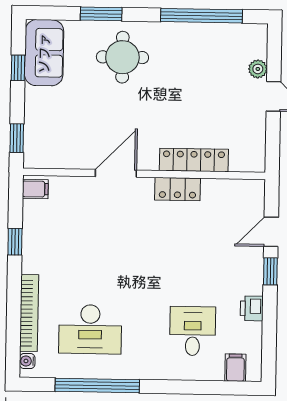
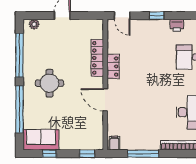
window: (101, 14) -> (19, 109), width x2.11
round table: (122, 57) -> (49, 83), moved
plant: (258, 69) -> (34, 24), moved
door: (271, 232) -> (122, 16), moved
window: (15, 242) -> (143, 154), width x2.17

